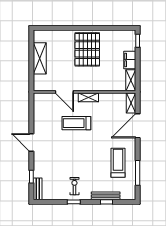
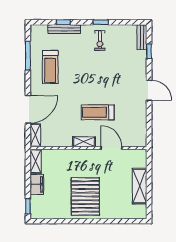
treadmill: (76, 123) -> (98, 112), turned 180

